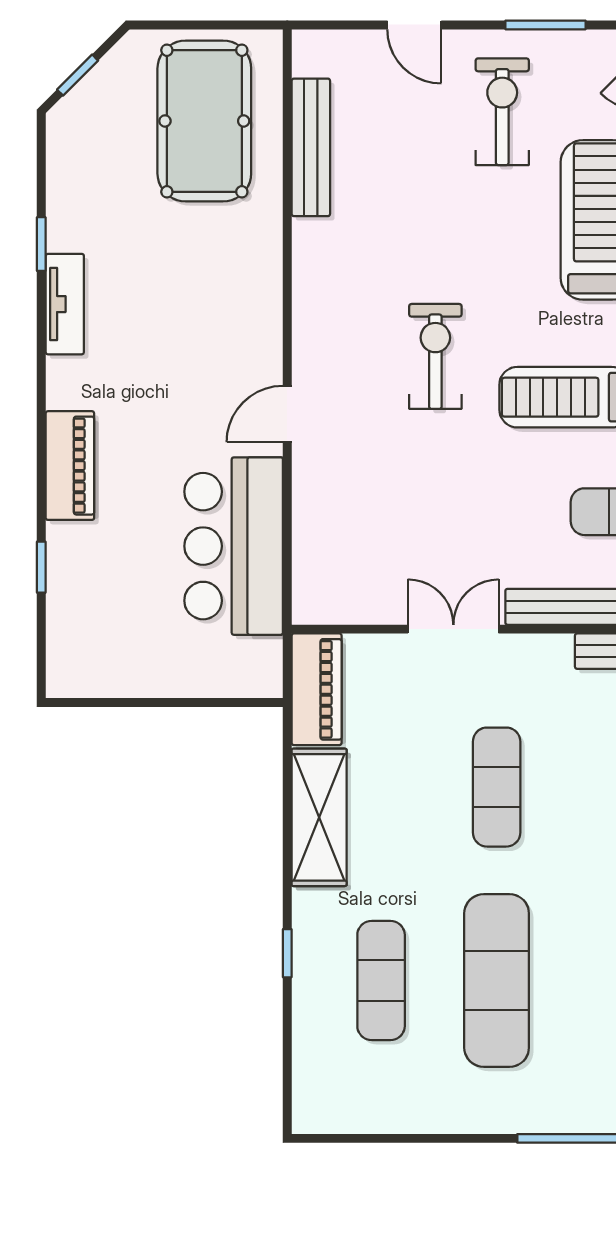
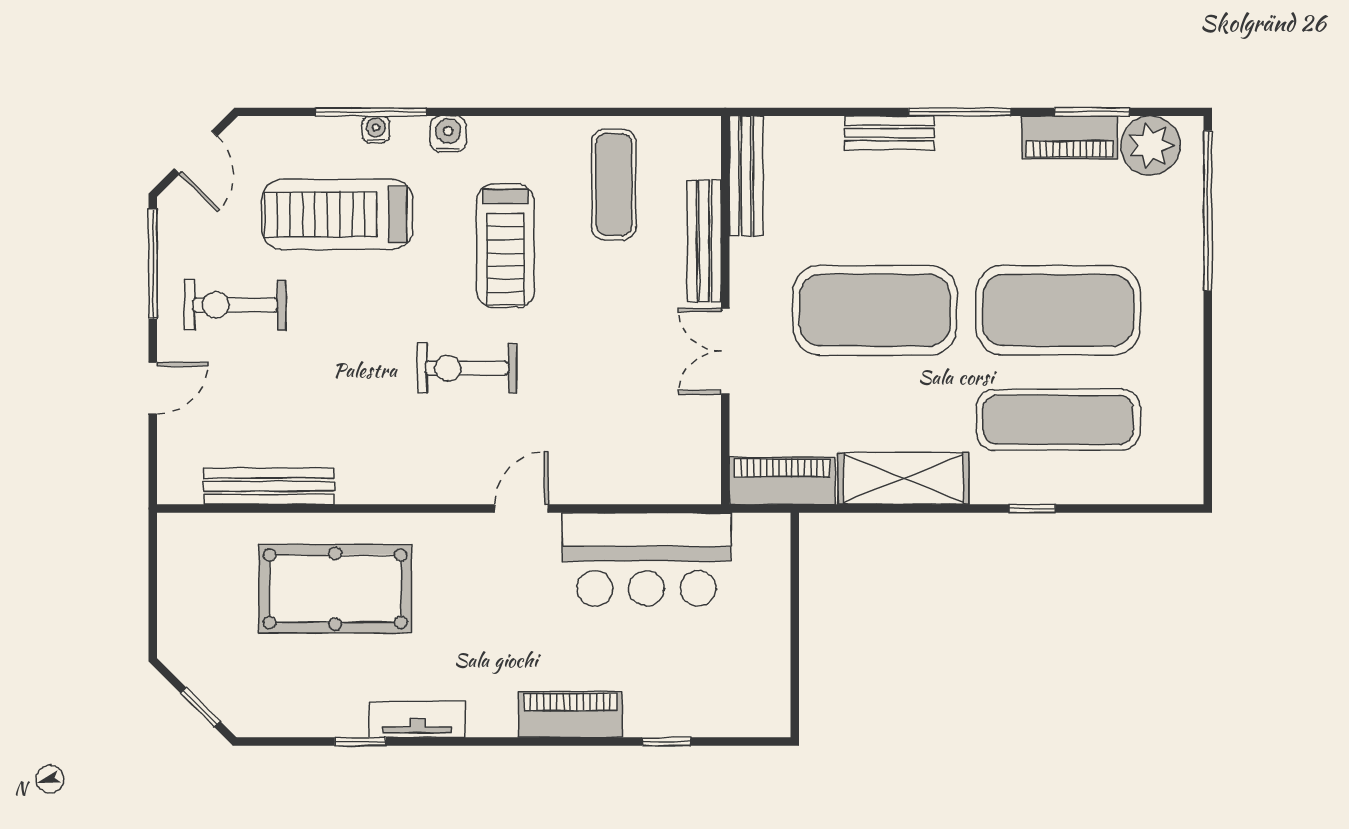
window: (545, 25) -> (153, 264), width x1.44
pool table: (204, 121) -> (335, 589), moved
door: (287, 414) -> (521, 508), swing flipped
exercise mat: (497, 787) -> (875, 310), width x2.00, depth x1.45
exercise mat: (381, 980) -> (1058, 420), width x1.36, depth x1.45
exercise mat: (497, 980) -> (1058, 310), width x1.47

